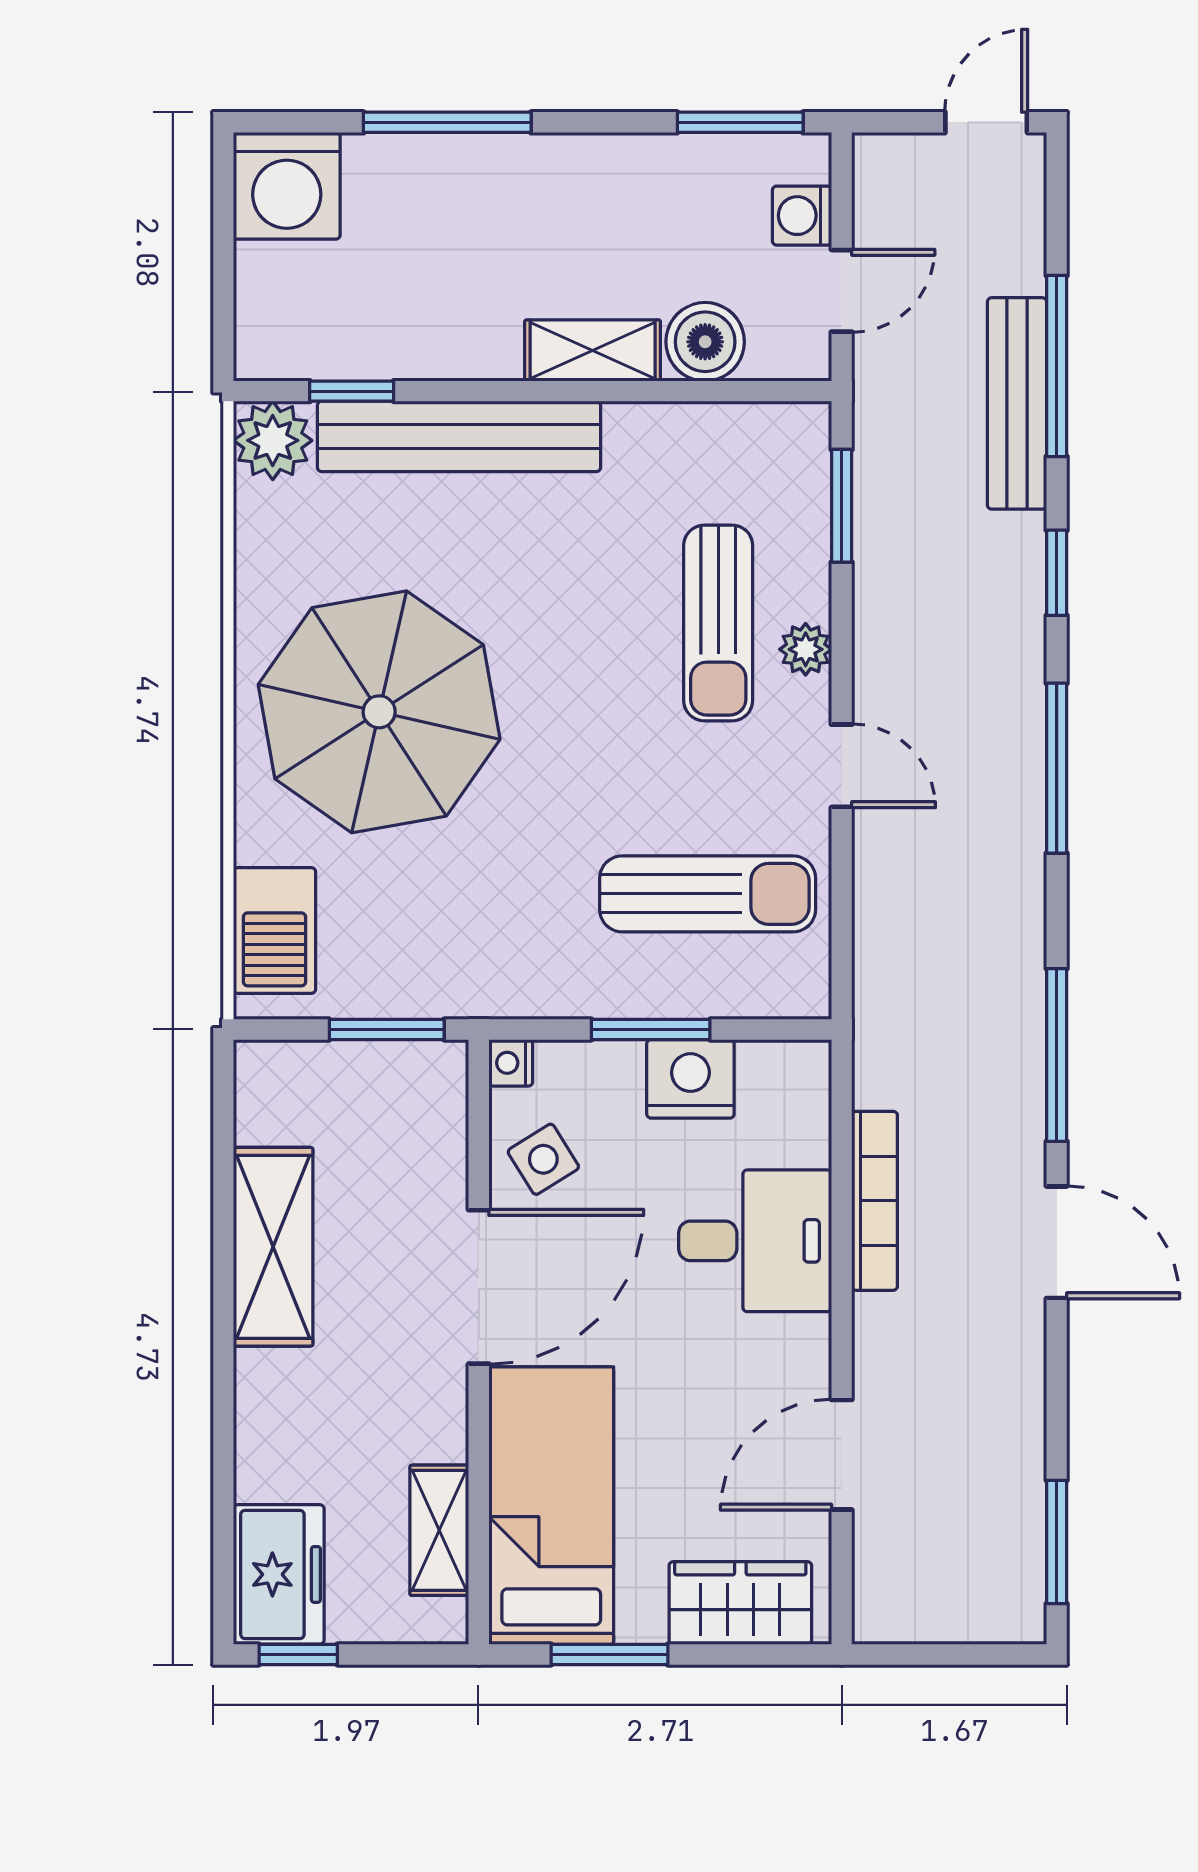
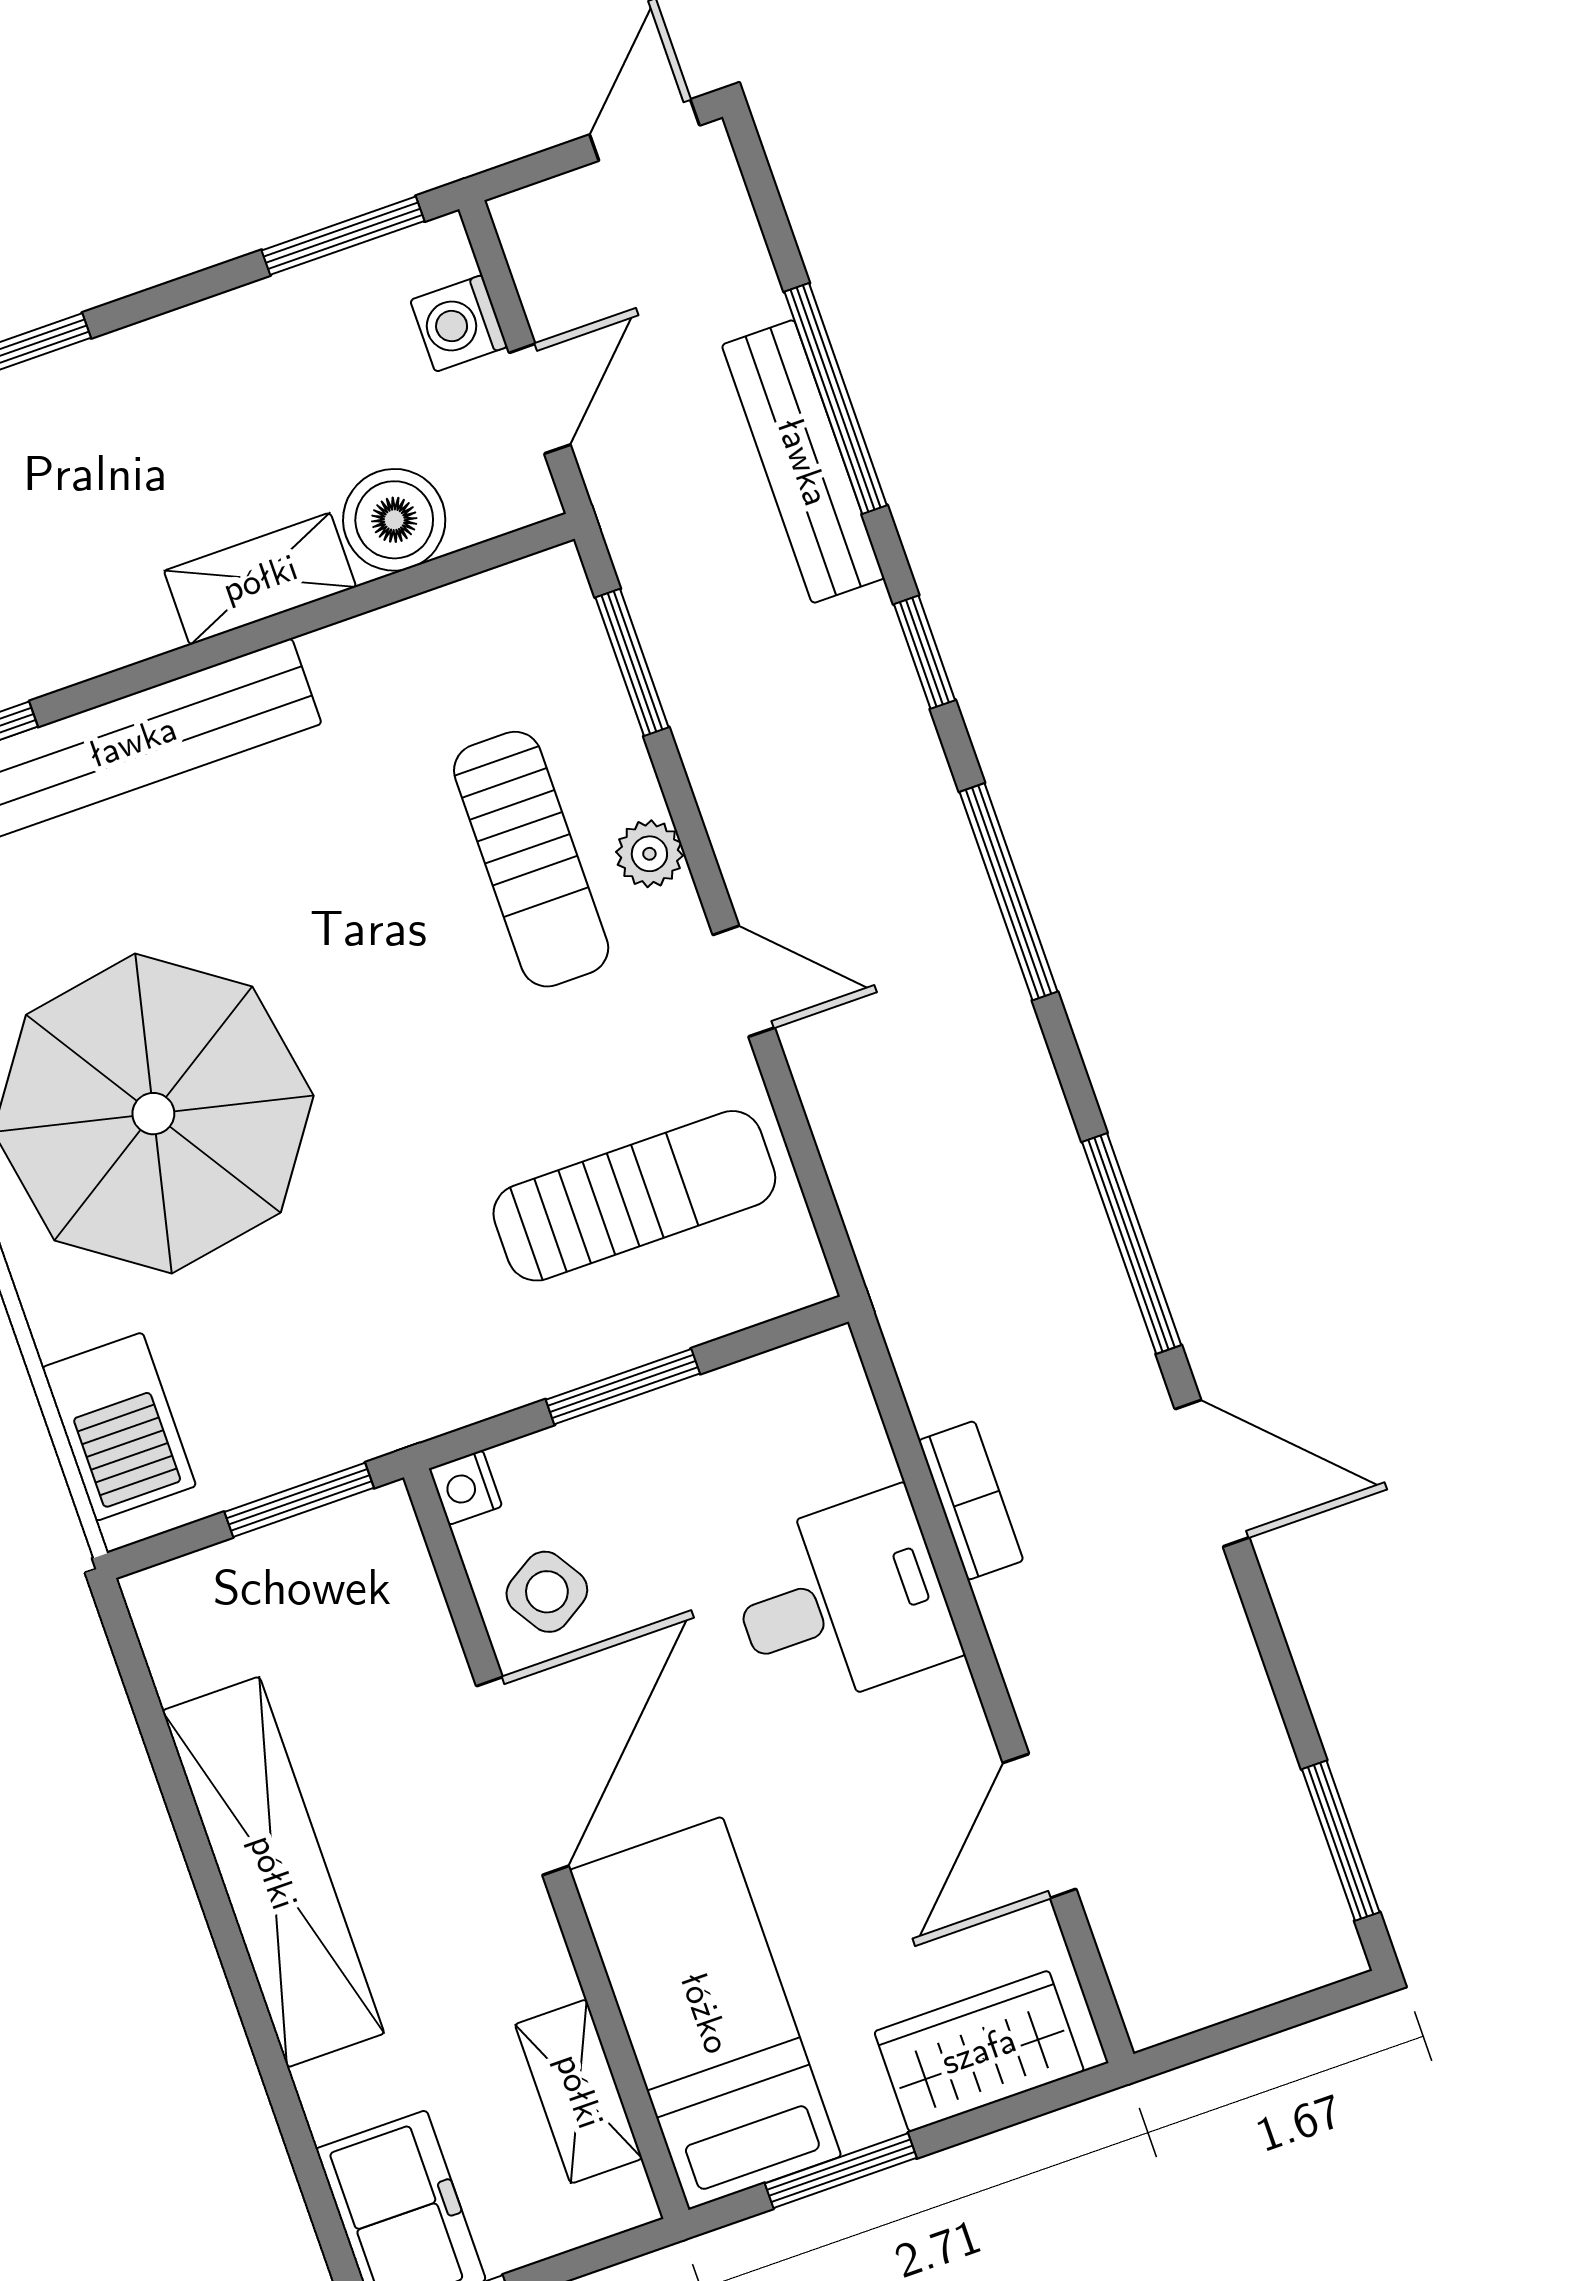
nightstand: (690, 1079) -> (693, 1430), removed
bookcase: (875, 1201) -> (971, 1500), width x0.64
shelving: (273, 1247) -> (273, 1872), width x1.47

